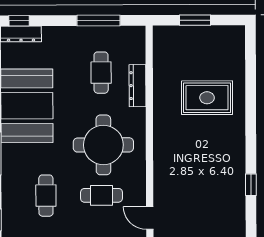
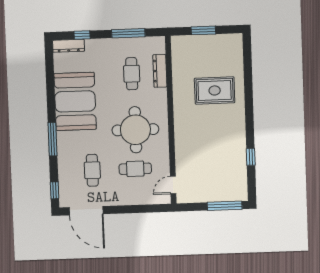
window: (19, 21) -> (82, 35), moved
dresser: (138, 86) -> (160, 71), moved
door: (150, 218) -> (173, 185), hinge flipped

